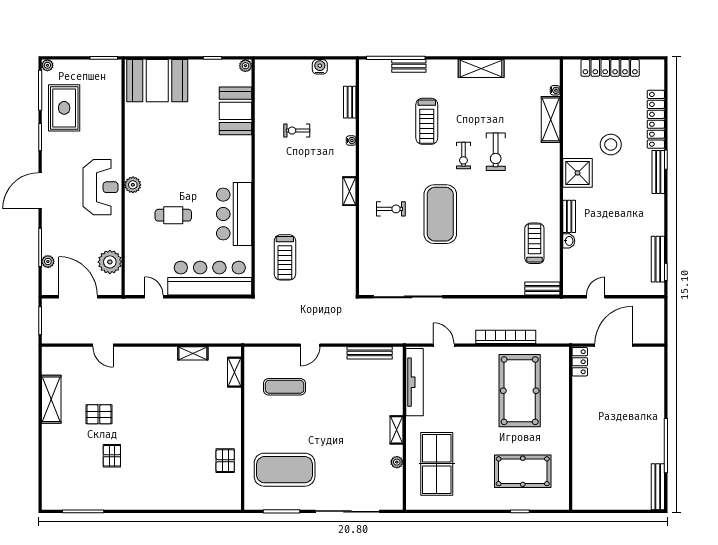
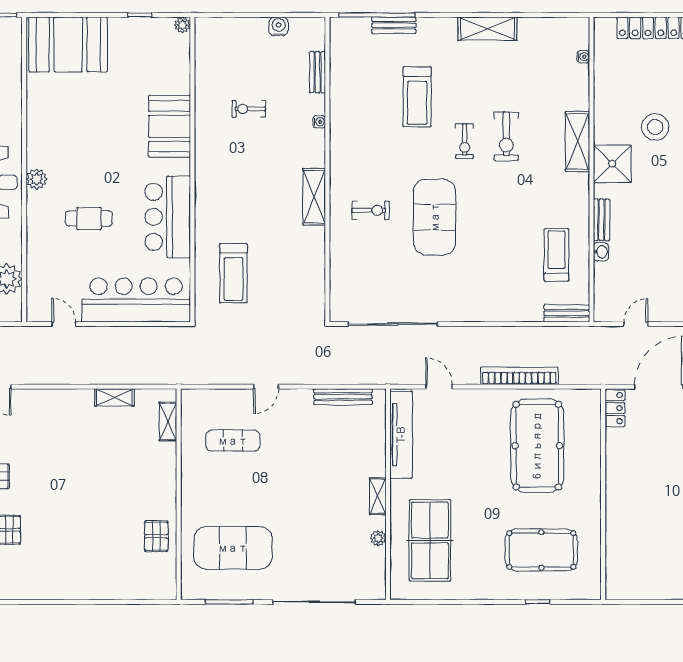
booth: (236, 111) -> (170, 126), moved
shelving: (551, 119) -> (578, 142), moved
shelving: (349, 191) -> (314, 197), width x1.50, depth x1.33

